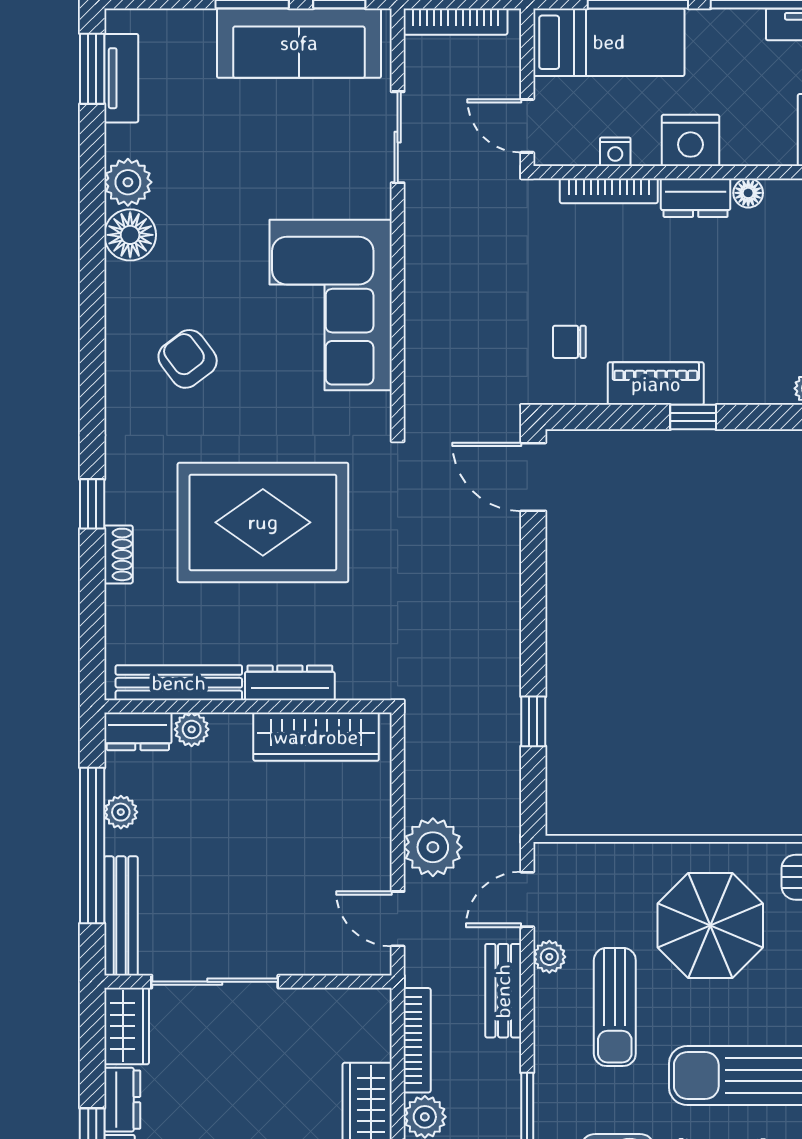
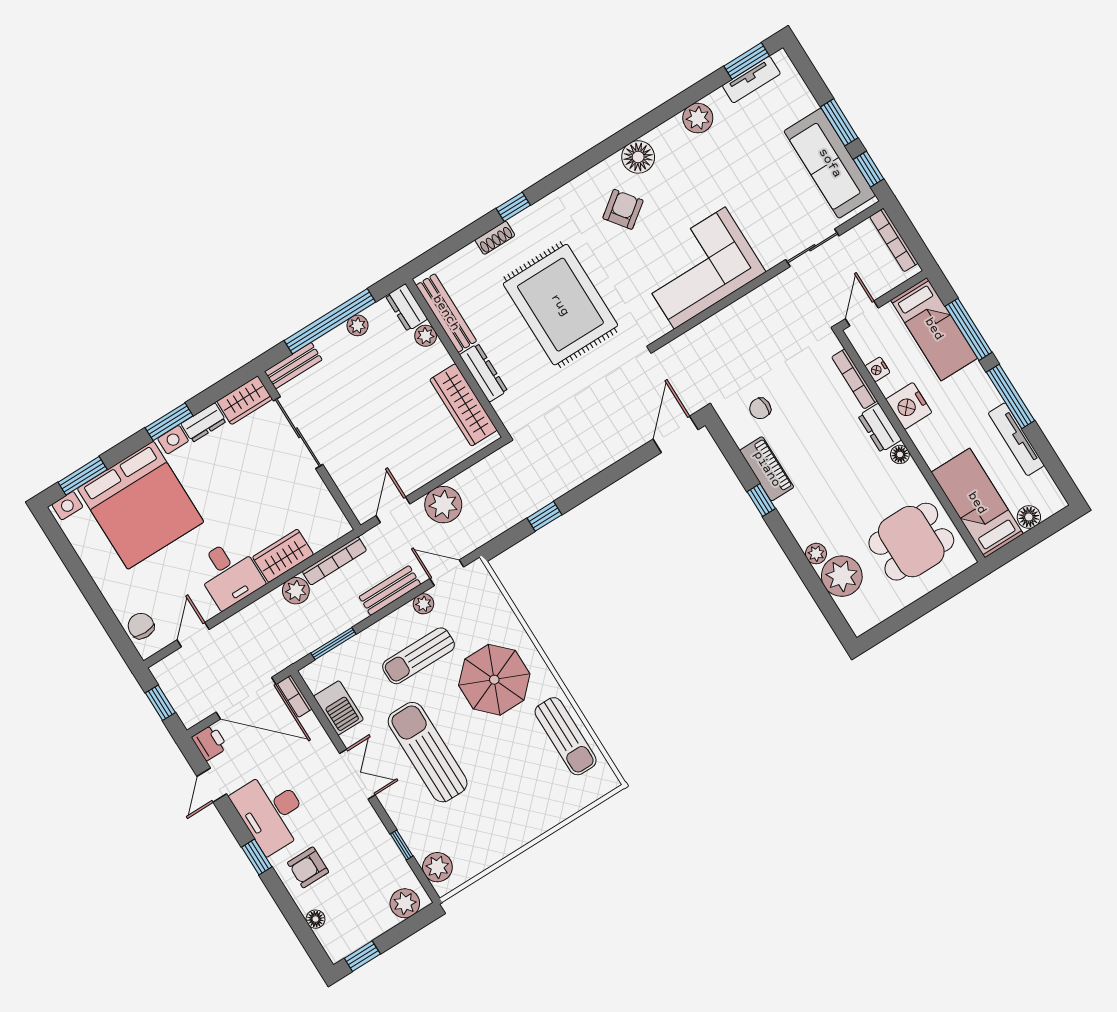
floor lamp: (130, 235) -> (638, 157), moved
chair: (569, 342) -> (760, 408), turned -92
bench: (121, 916) -> (293, 366), width x0.73

